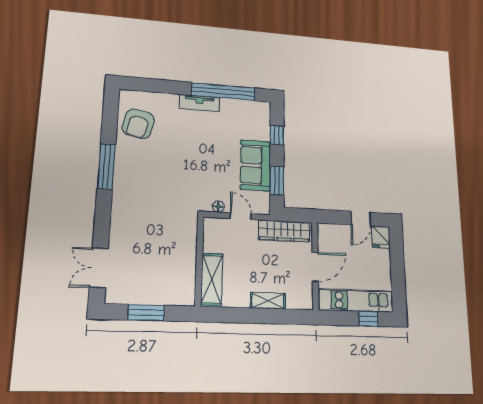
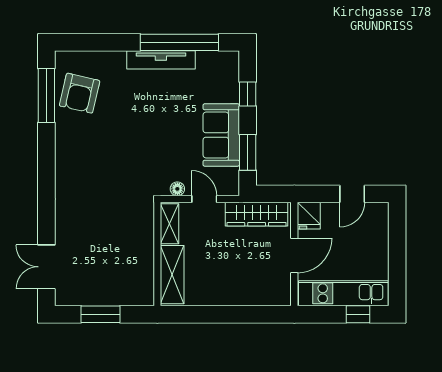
tv unit: (199, 103) -> (161, 60), width x1.41
window: (106, 167) -> (46, 95), moved
fridge: (381, 237) -> (309, 216), moved
shelving: (268, 301) -> (170, 224), moved, turned 90

